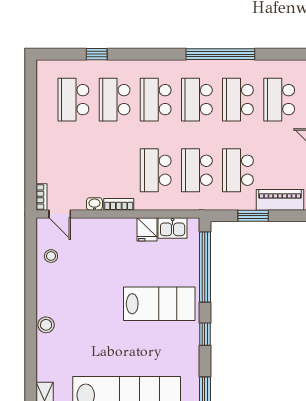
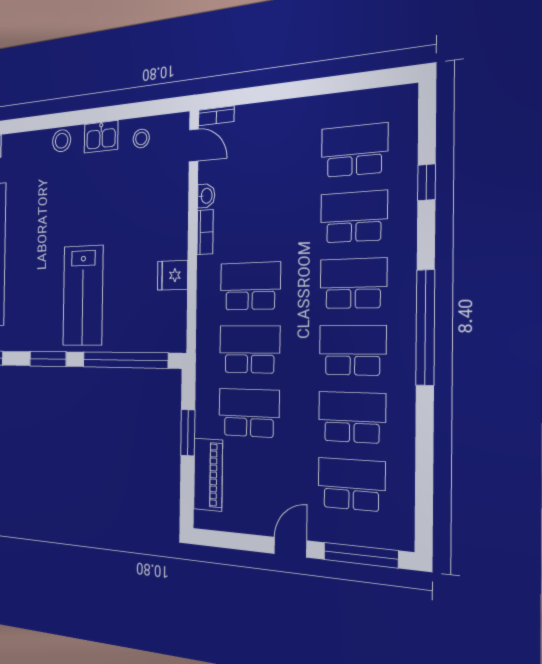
window: (220, 54) -> (425, 327), moved
door: (60, 214) -> (194, 145), swing flipped
kitchen sink: (173, 228) -> (101, 137), moved, turned -90
window: (205, 334) -> (48, 359), width x1.50

